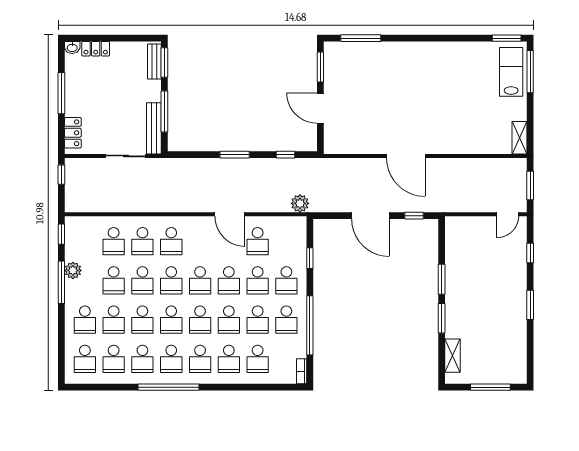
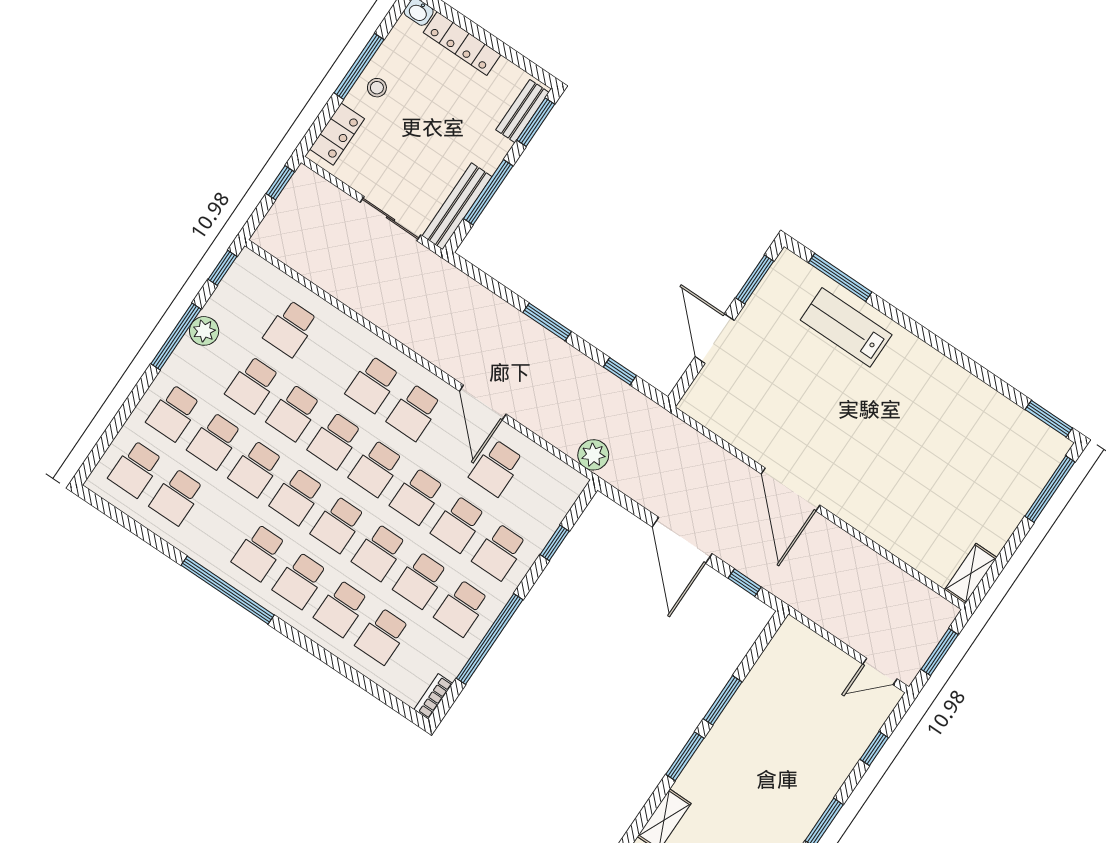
locker: (96, 49) -> (462, 44), width x1.53
lab bench: (511, 72) -> (846, 327), moved, turned -90
stool: (77, 98) -> (377, 88), added
school desk: (142, 241) -> (414, 412), moved
school desk: (142, 359) -> (218, 525), removed

